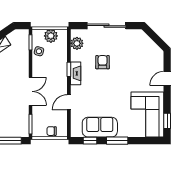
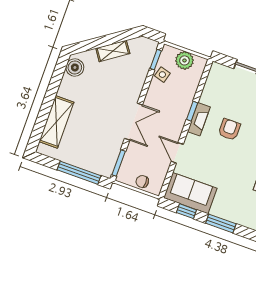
plant: (77, 43) -> (214, 82), removed
armchair: (103, 62) -> (229, 129), moved
door: (69, 102) -> (177, 153), hinge flipped
sofa: (100, 127) -> (190, 193), moved

